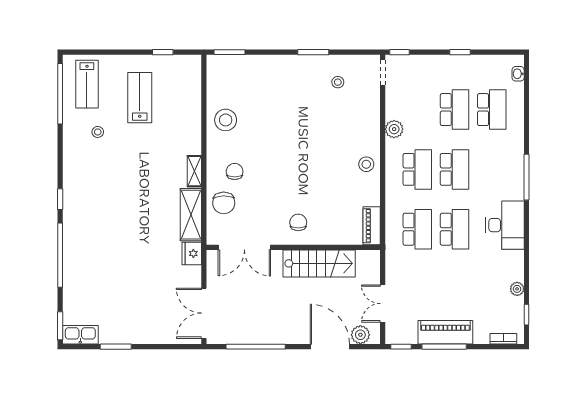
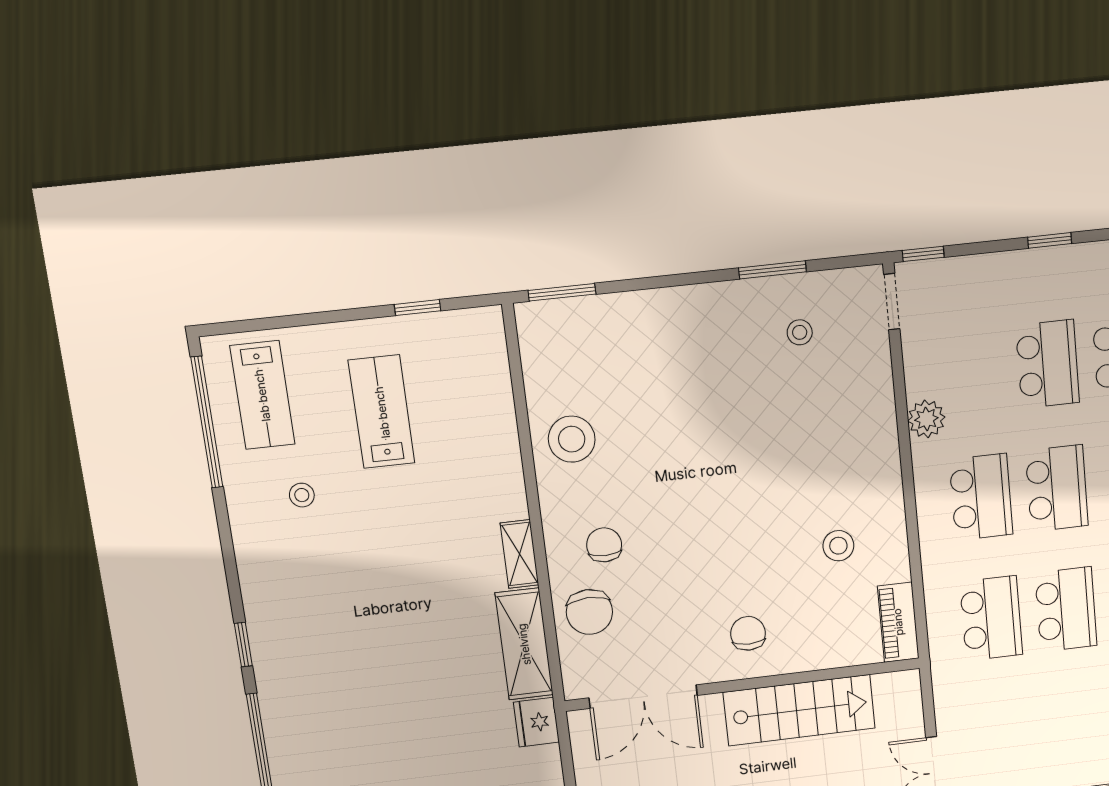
window: (313, 52) -> (772, 270), moved
stool: (366, 164) -> (838, 546), moved

